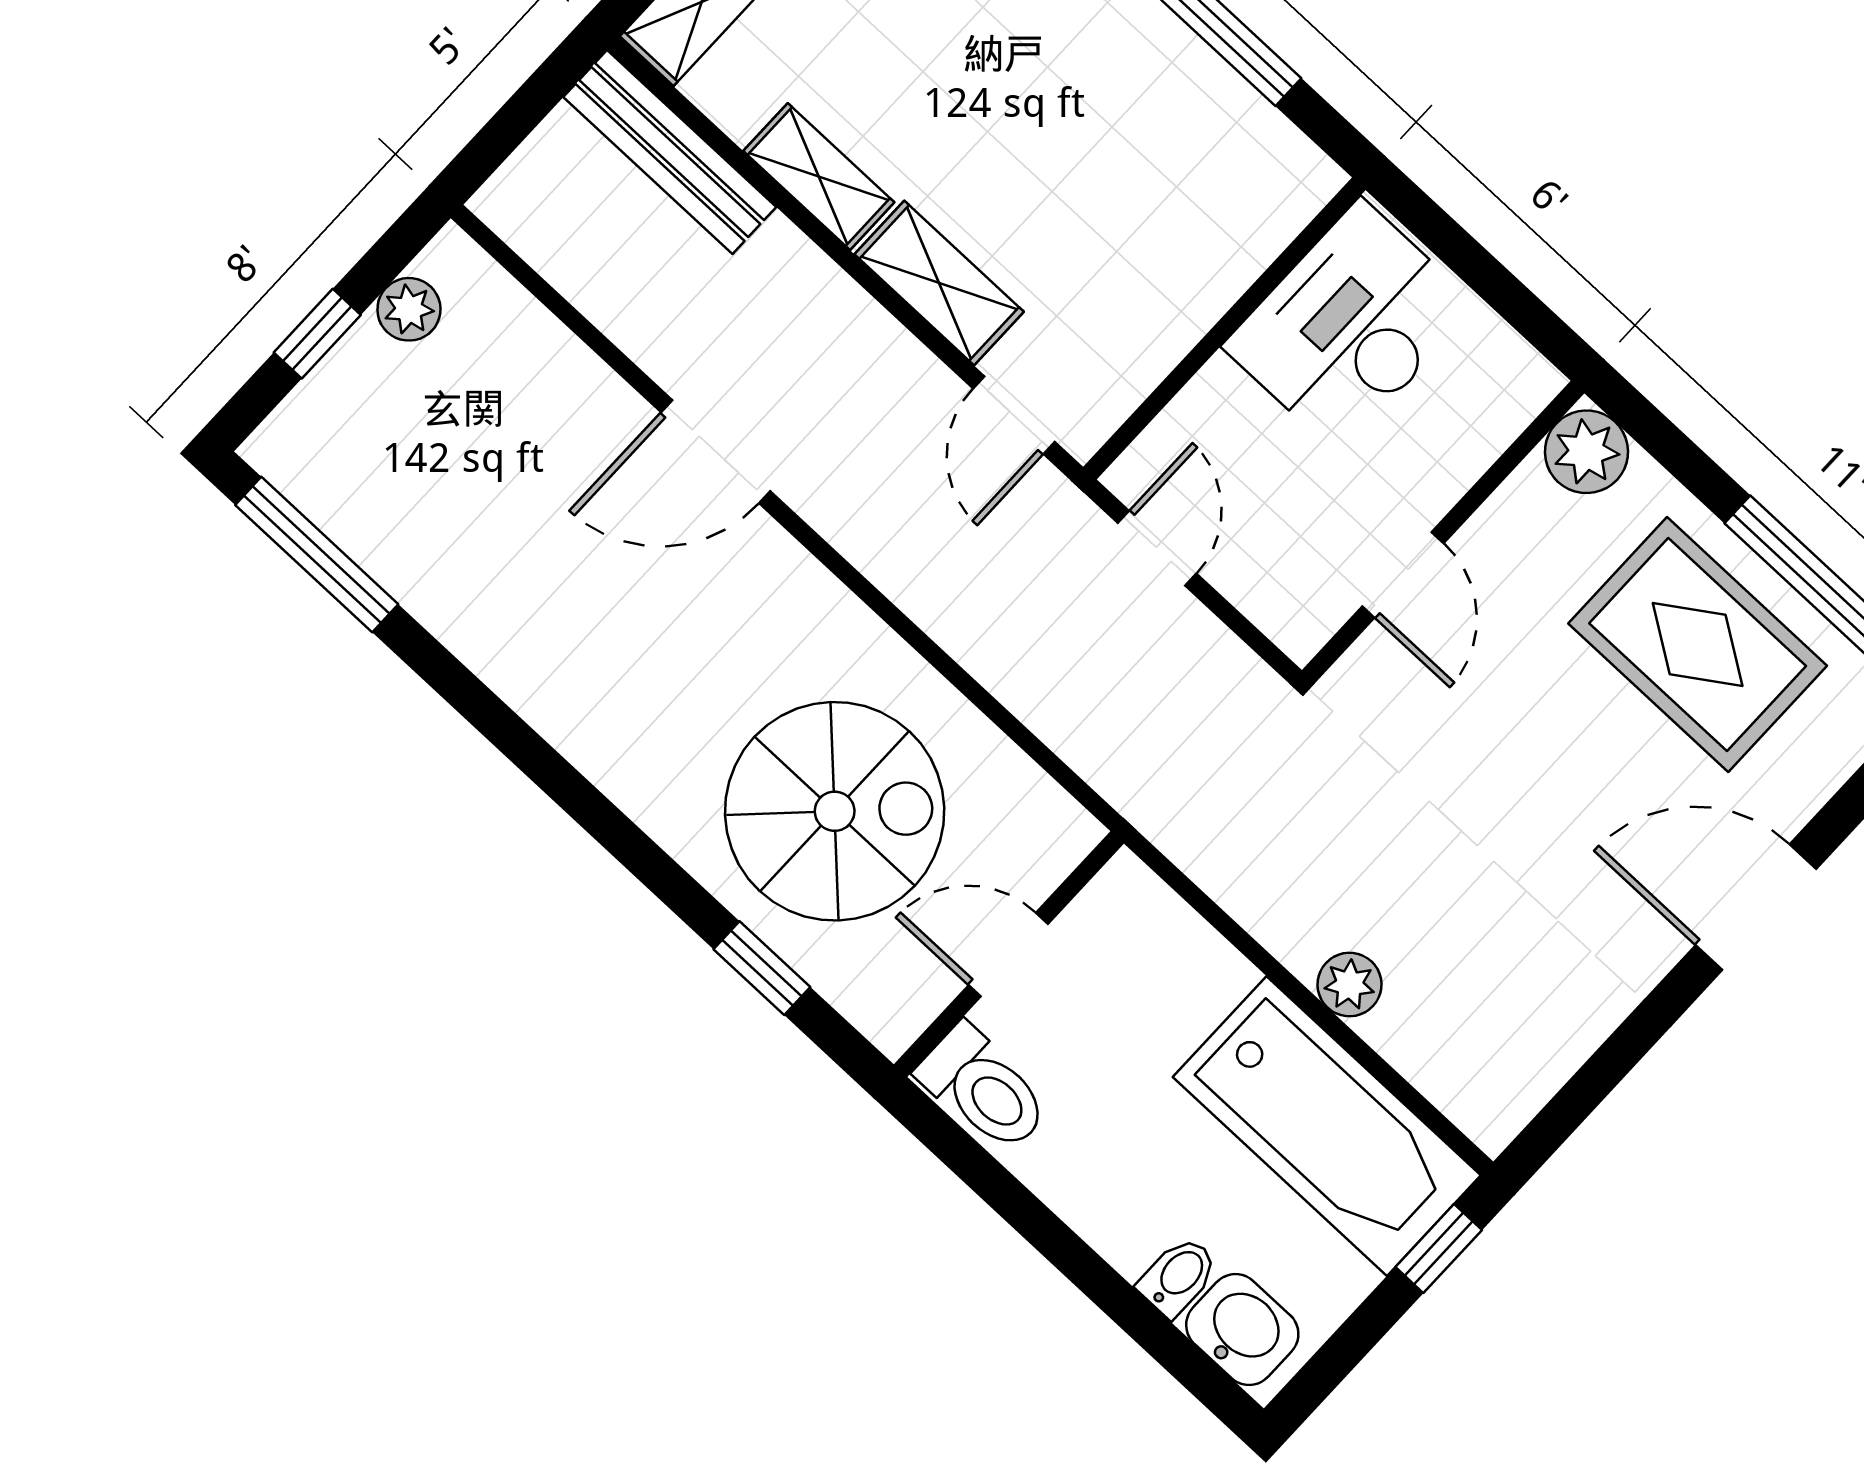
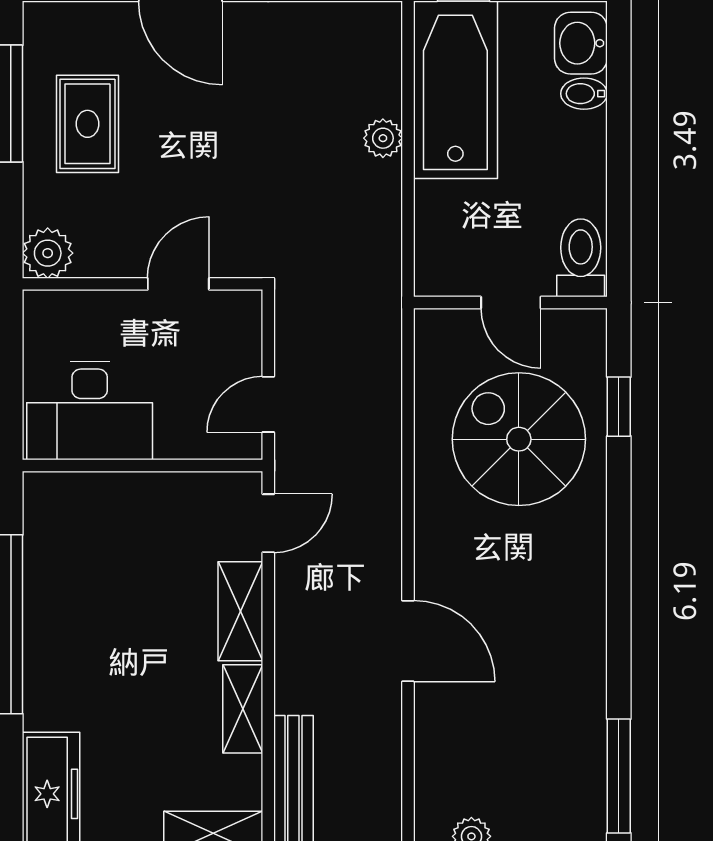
rug: (1698, 645) -> (87, 124), width x0.73, depth x0.70

